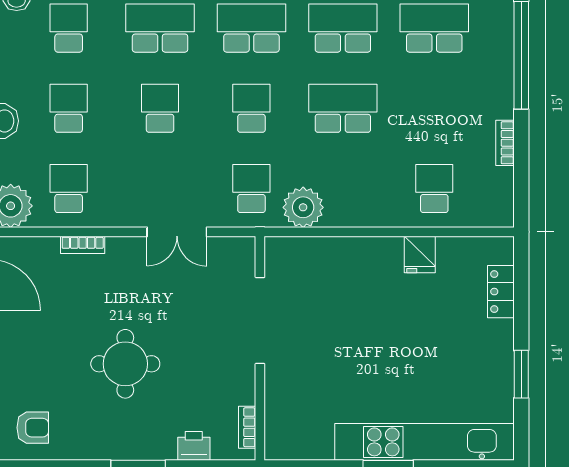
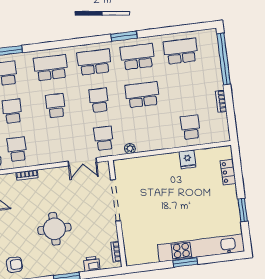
plant: (303, 207) -> (130, 148), width x0.53, depth x0.53
double door: (177, 232) -> (82, 162), moved

